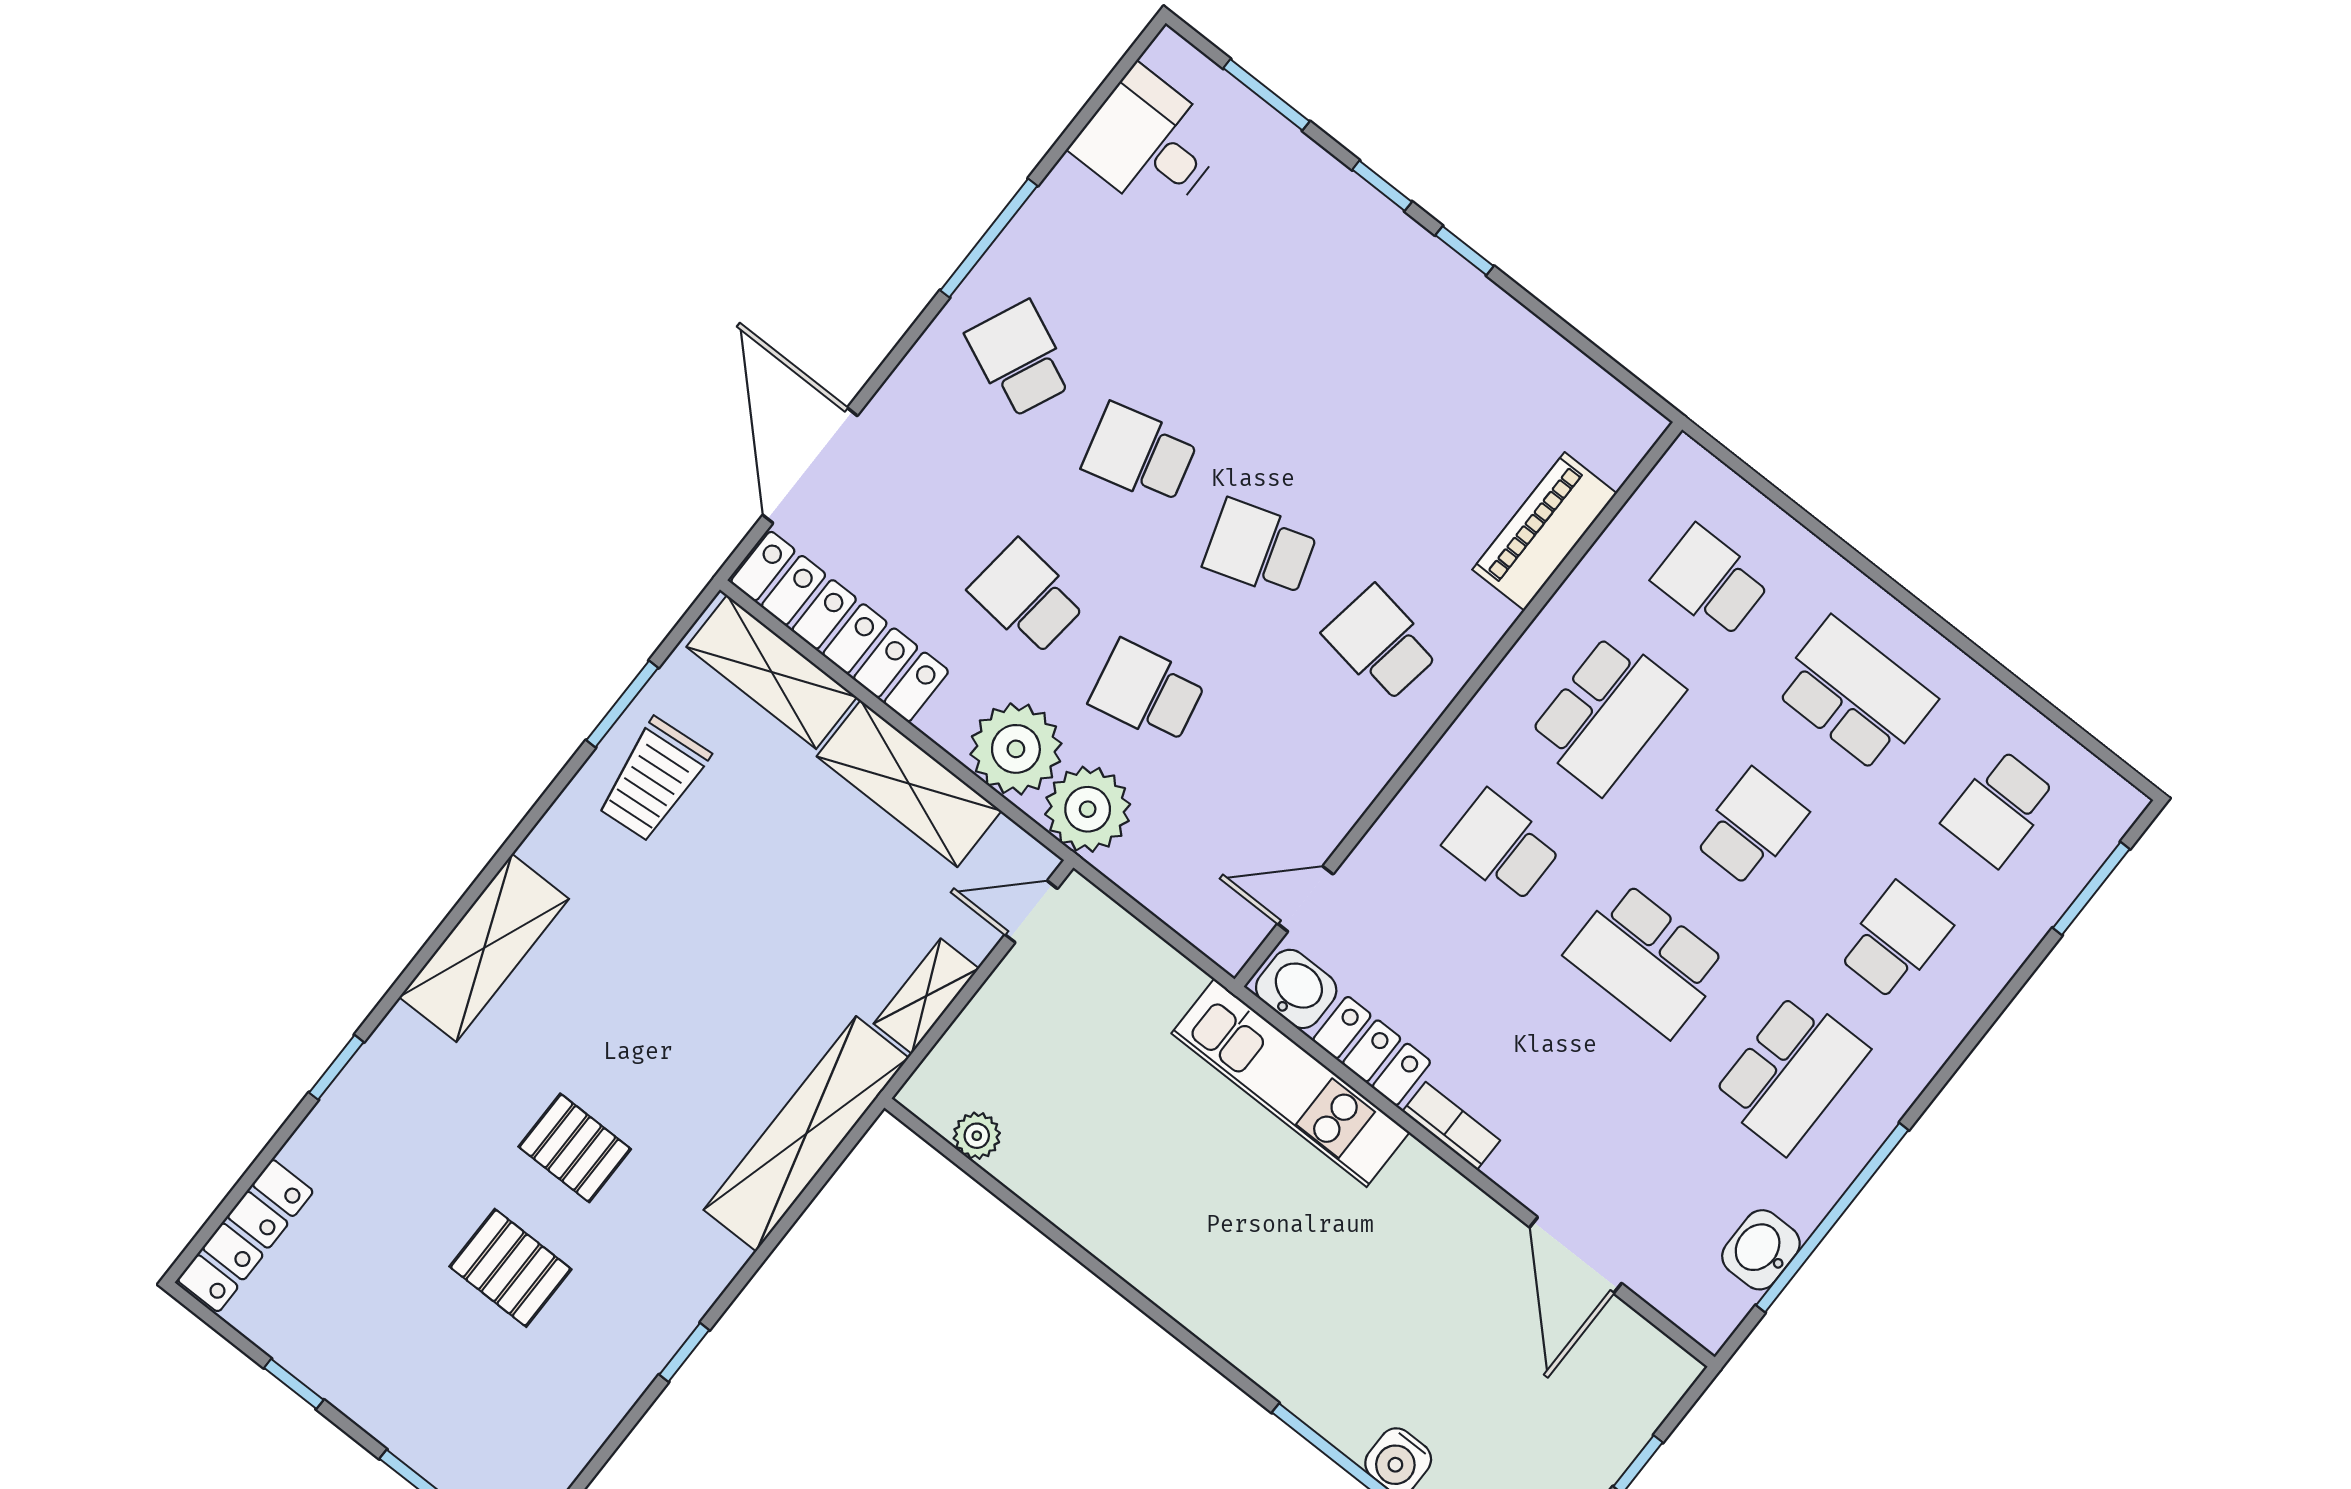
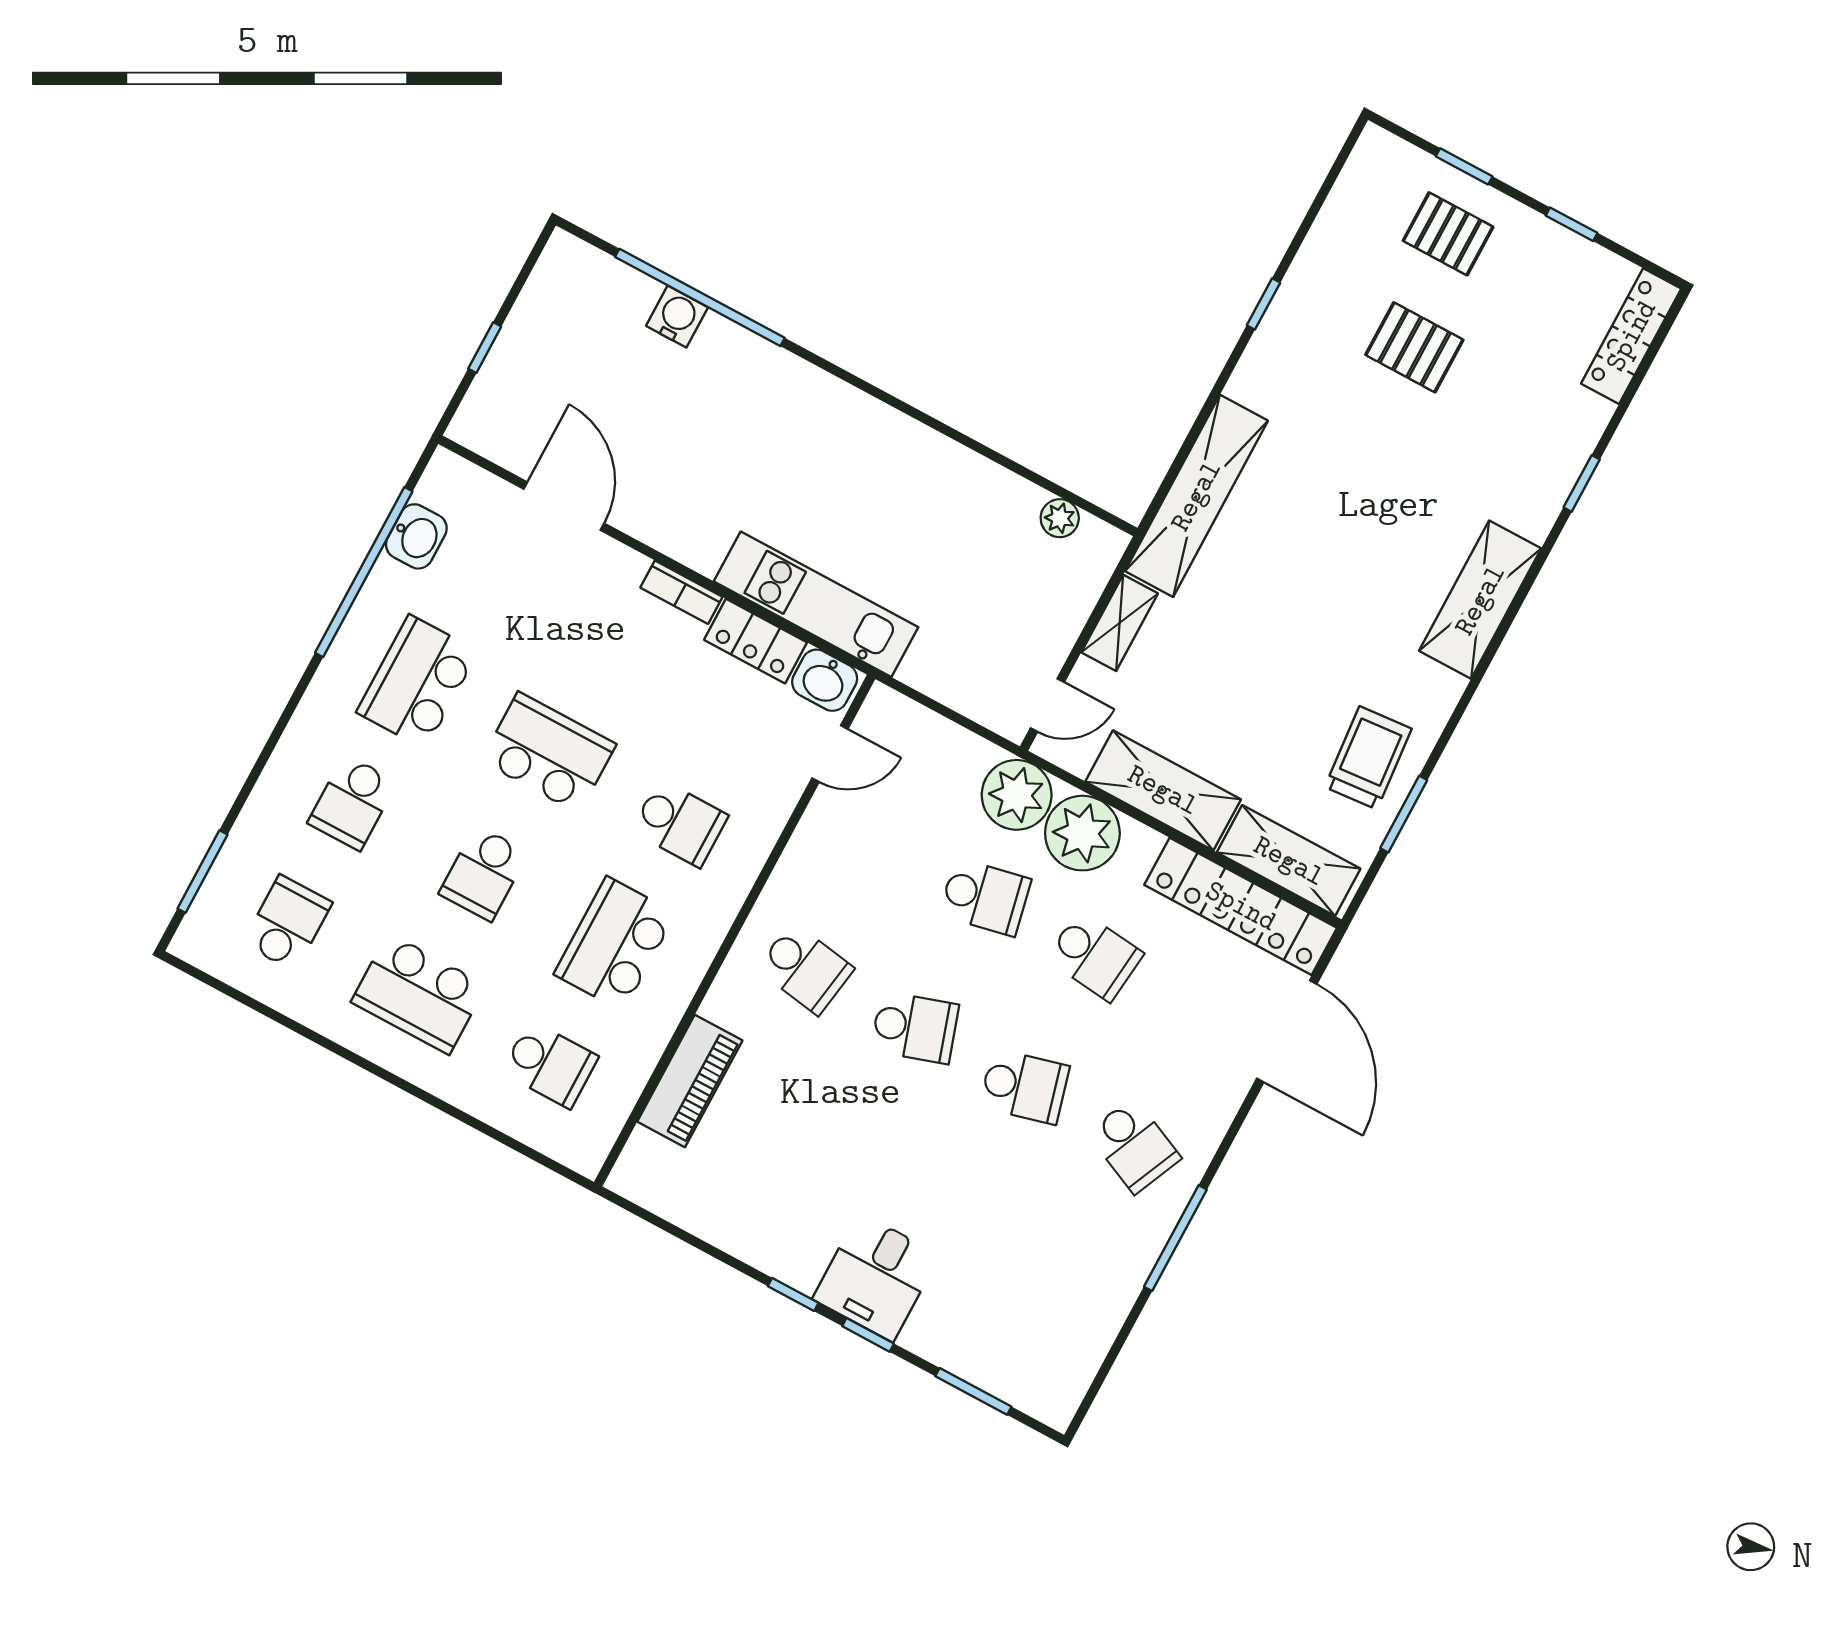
desk: (1149, 143) -> (876, 1277), moved, turned 90
pallet: (575, 1148) -> (1448, 234), moved

